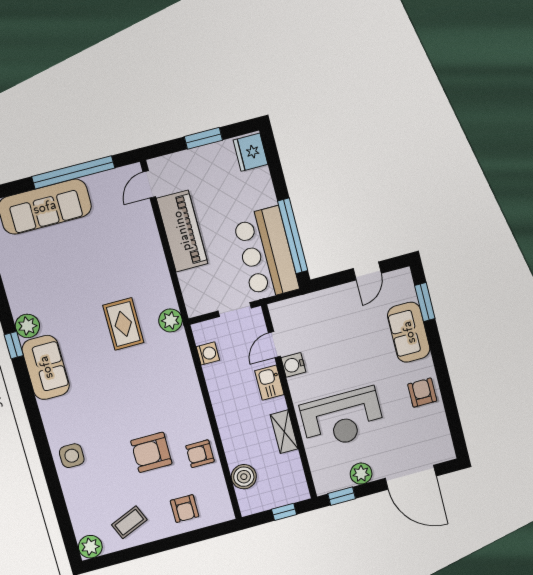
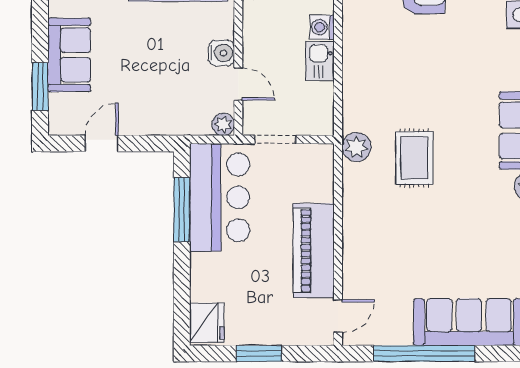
window: (293, 236) -> (182, 210), width x0.68
plant: (278, 310) -> (223, 124), added
door: (274, 345) -> (238, 84), hinge flipped
washing machine: (208, 353) -> (322, 27), moved
kitchen sink: (269, 383) -> (320, 61), moved, turned 180

